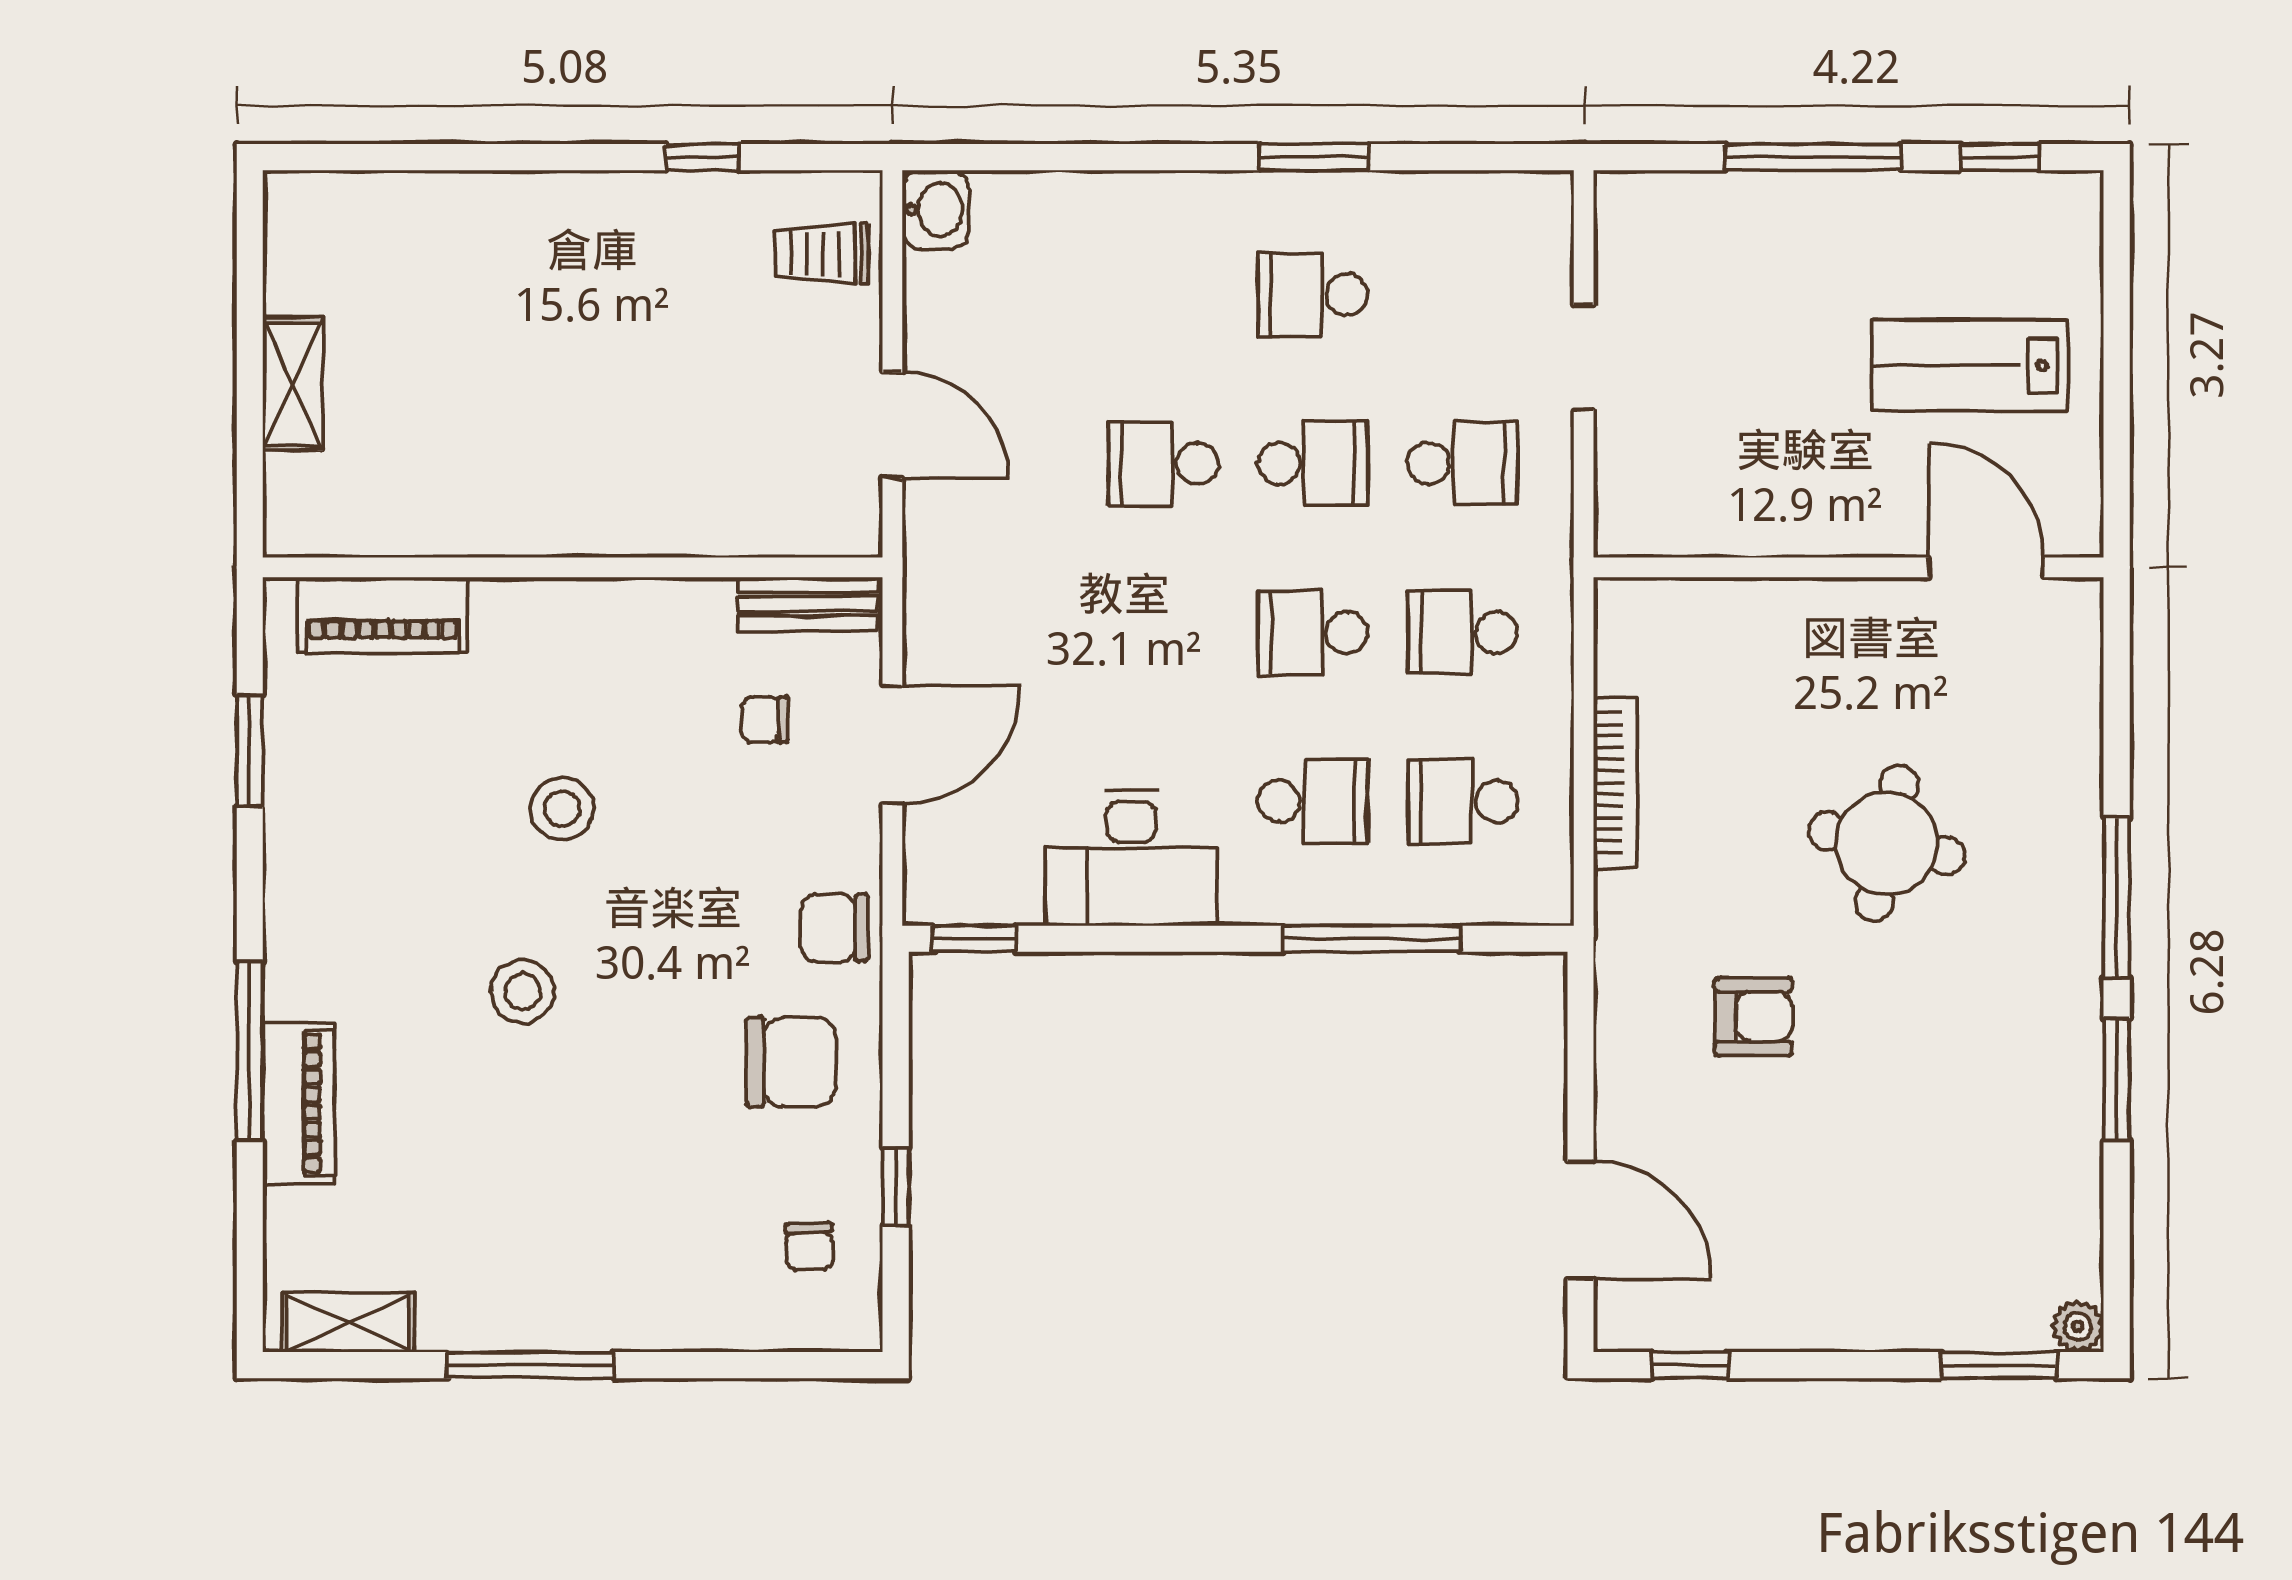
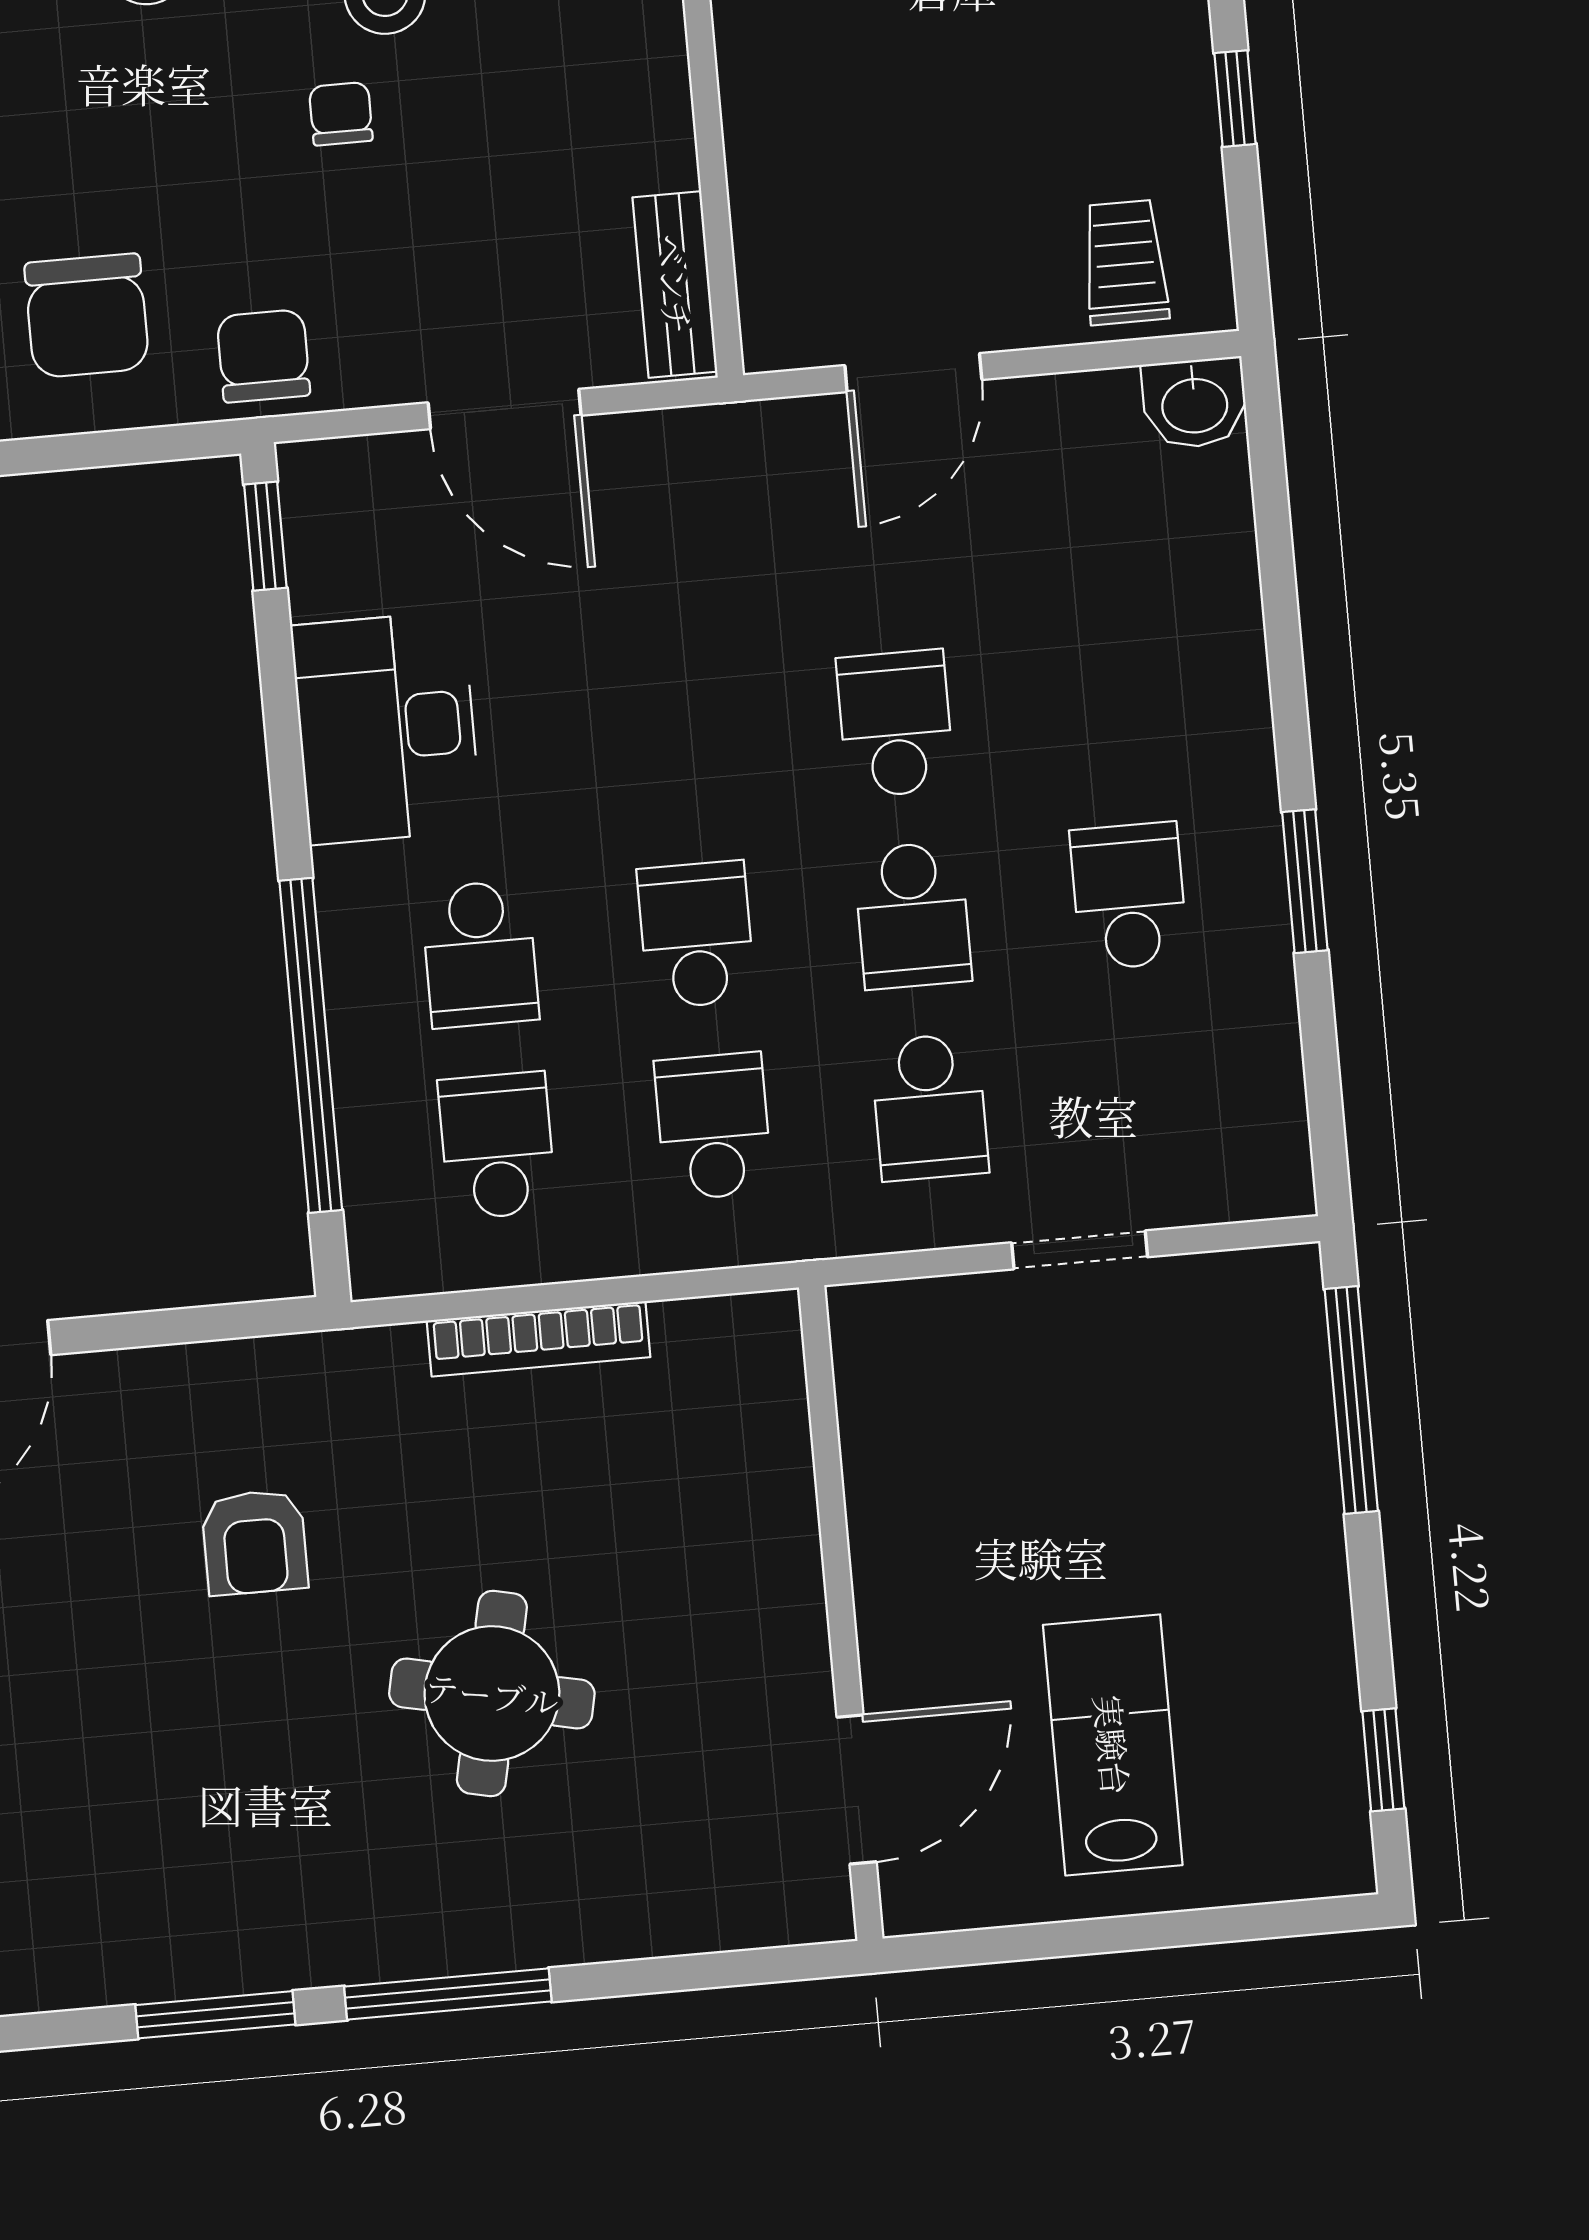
window: (1813, 157) -> (1351, 1400), moved
chair: (765, 720) -> (341, 114), moved
window: (1372, 939) -> (311, 1045), width x1.46

